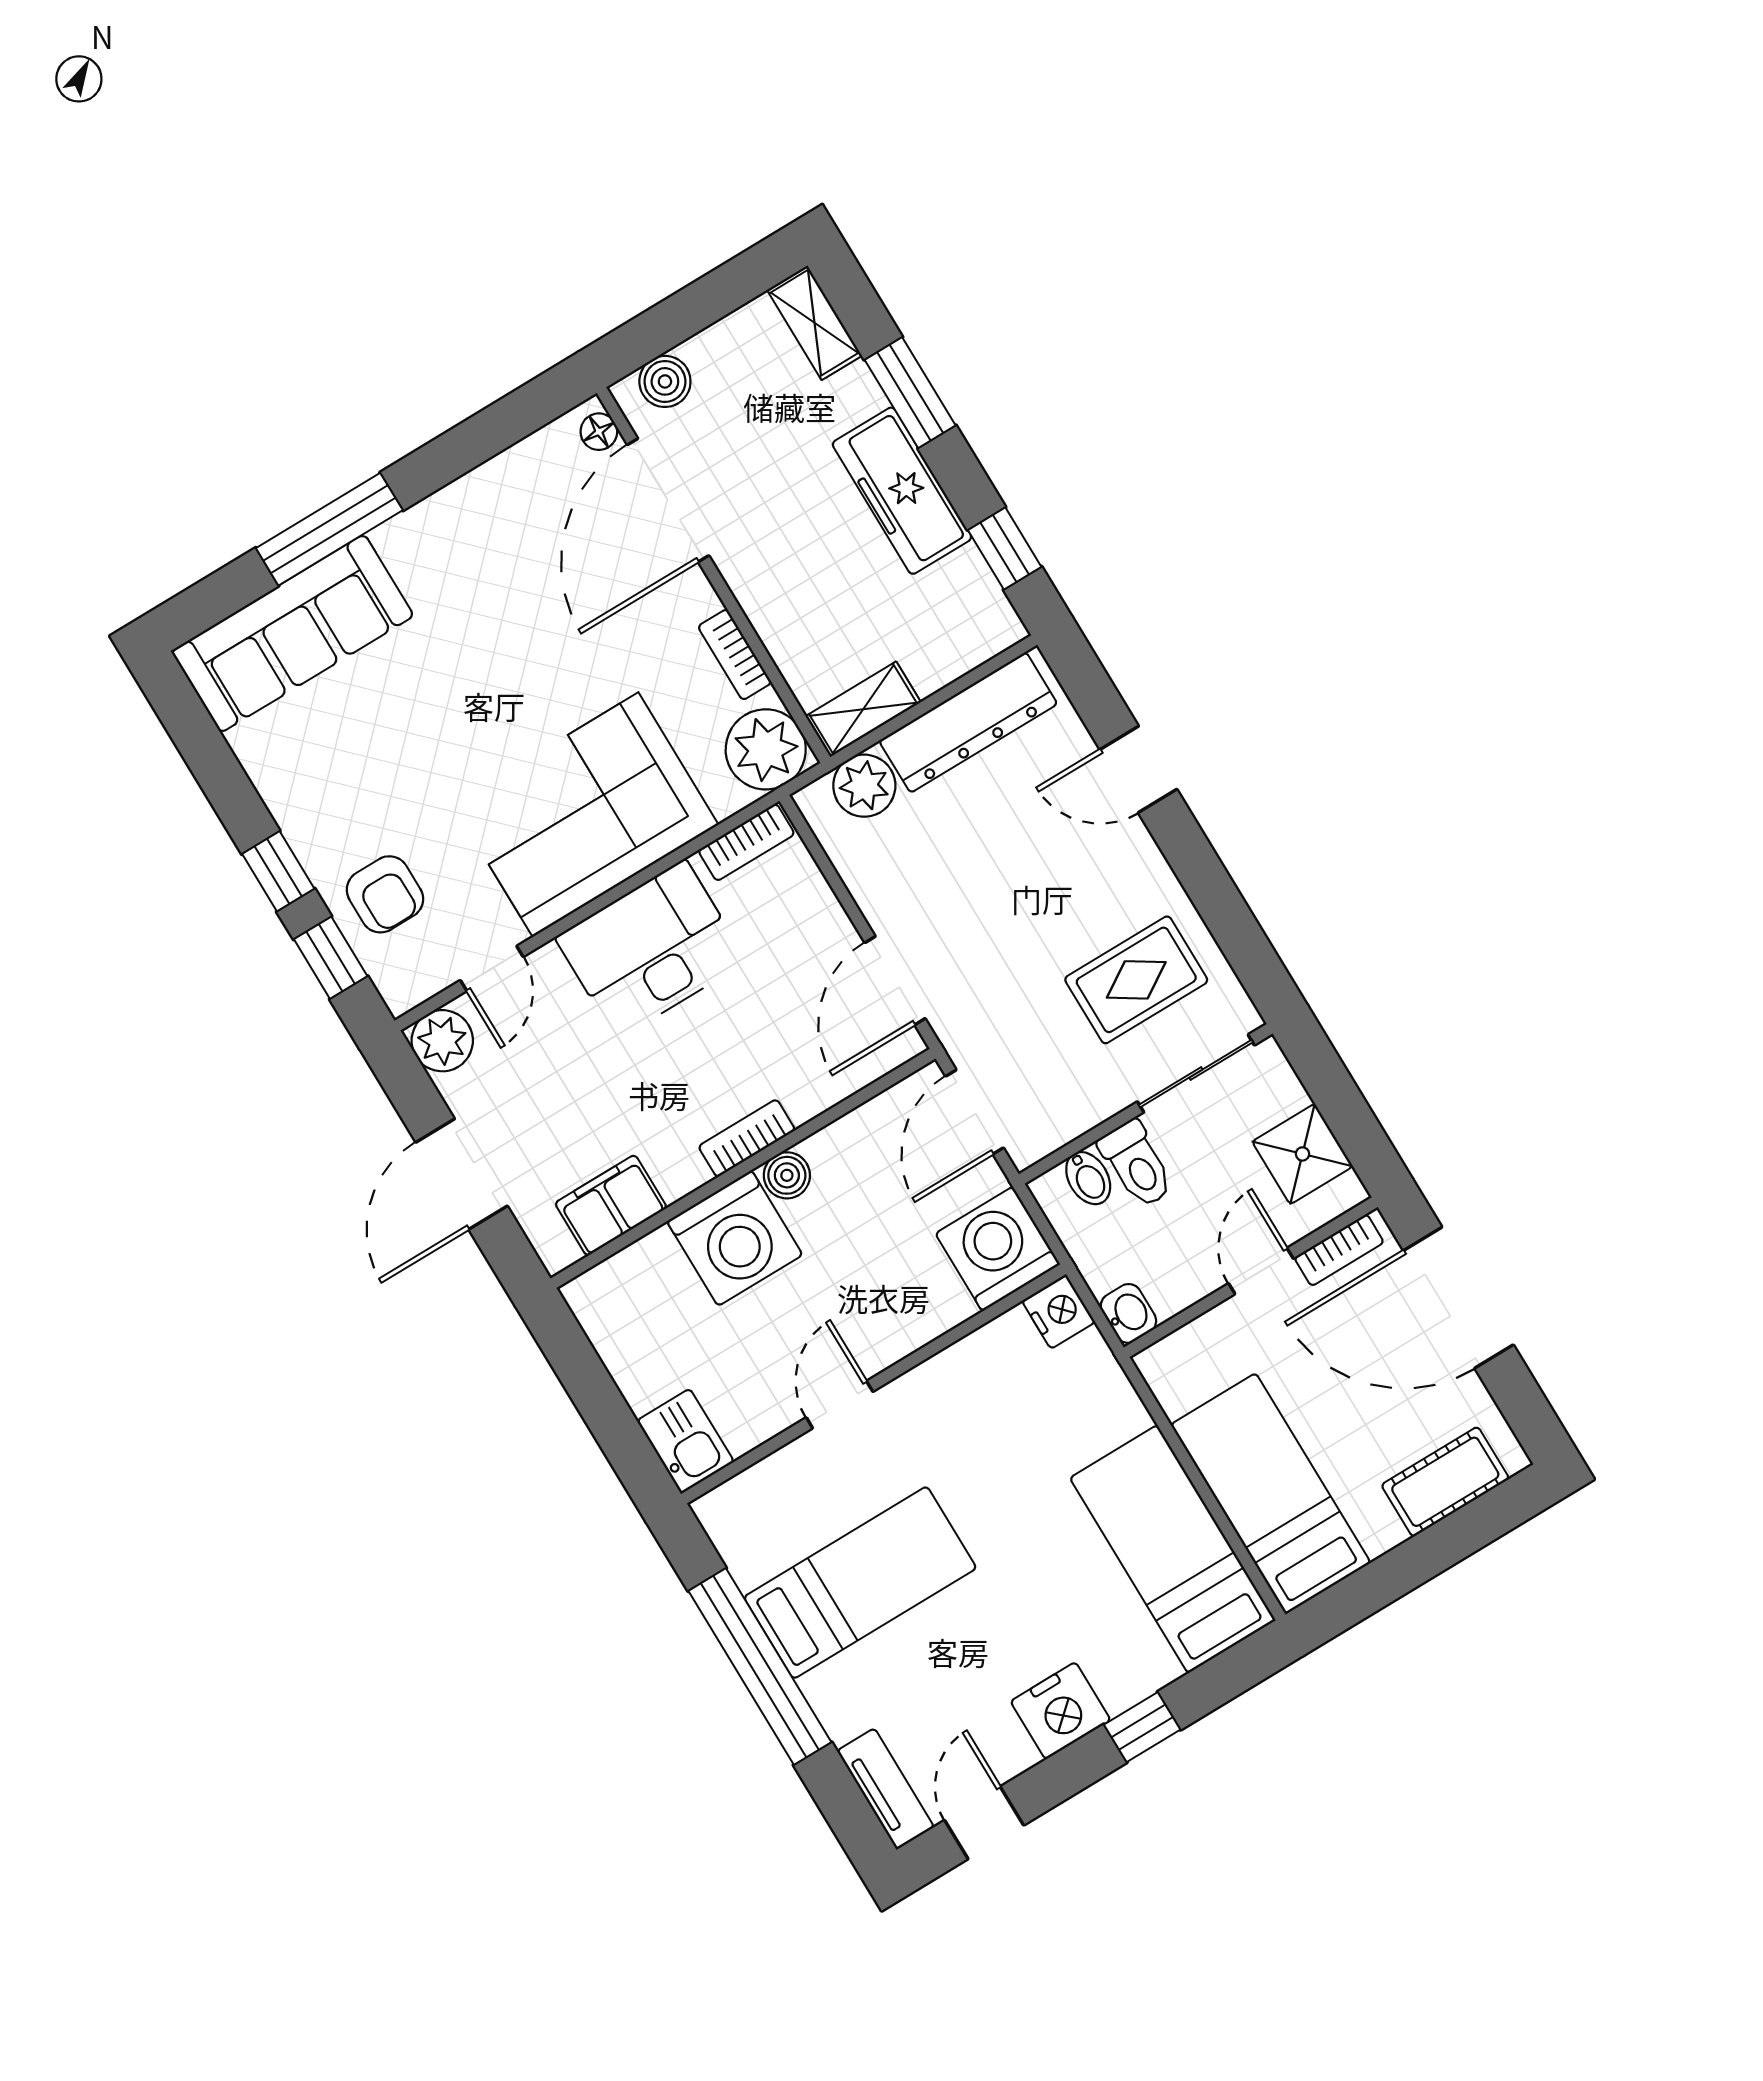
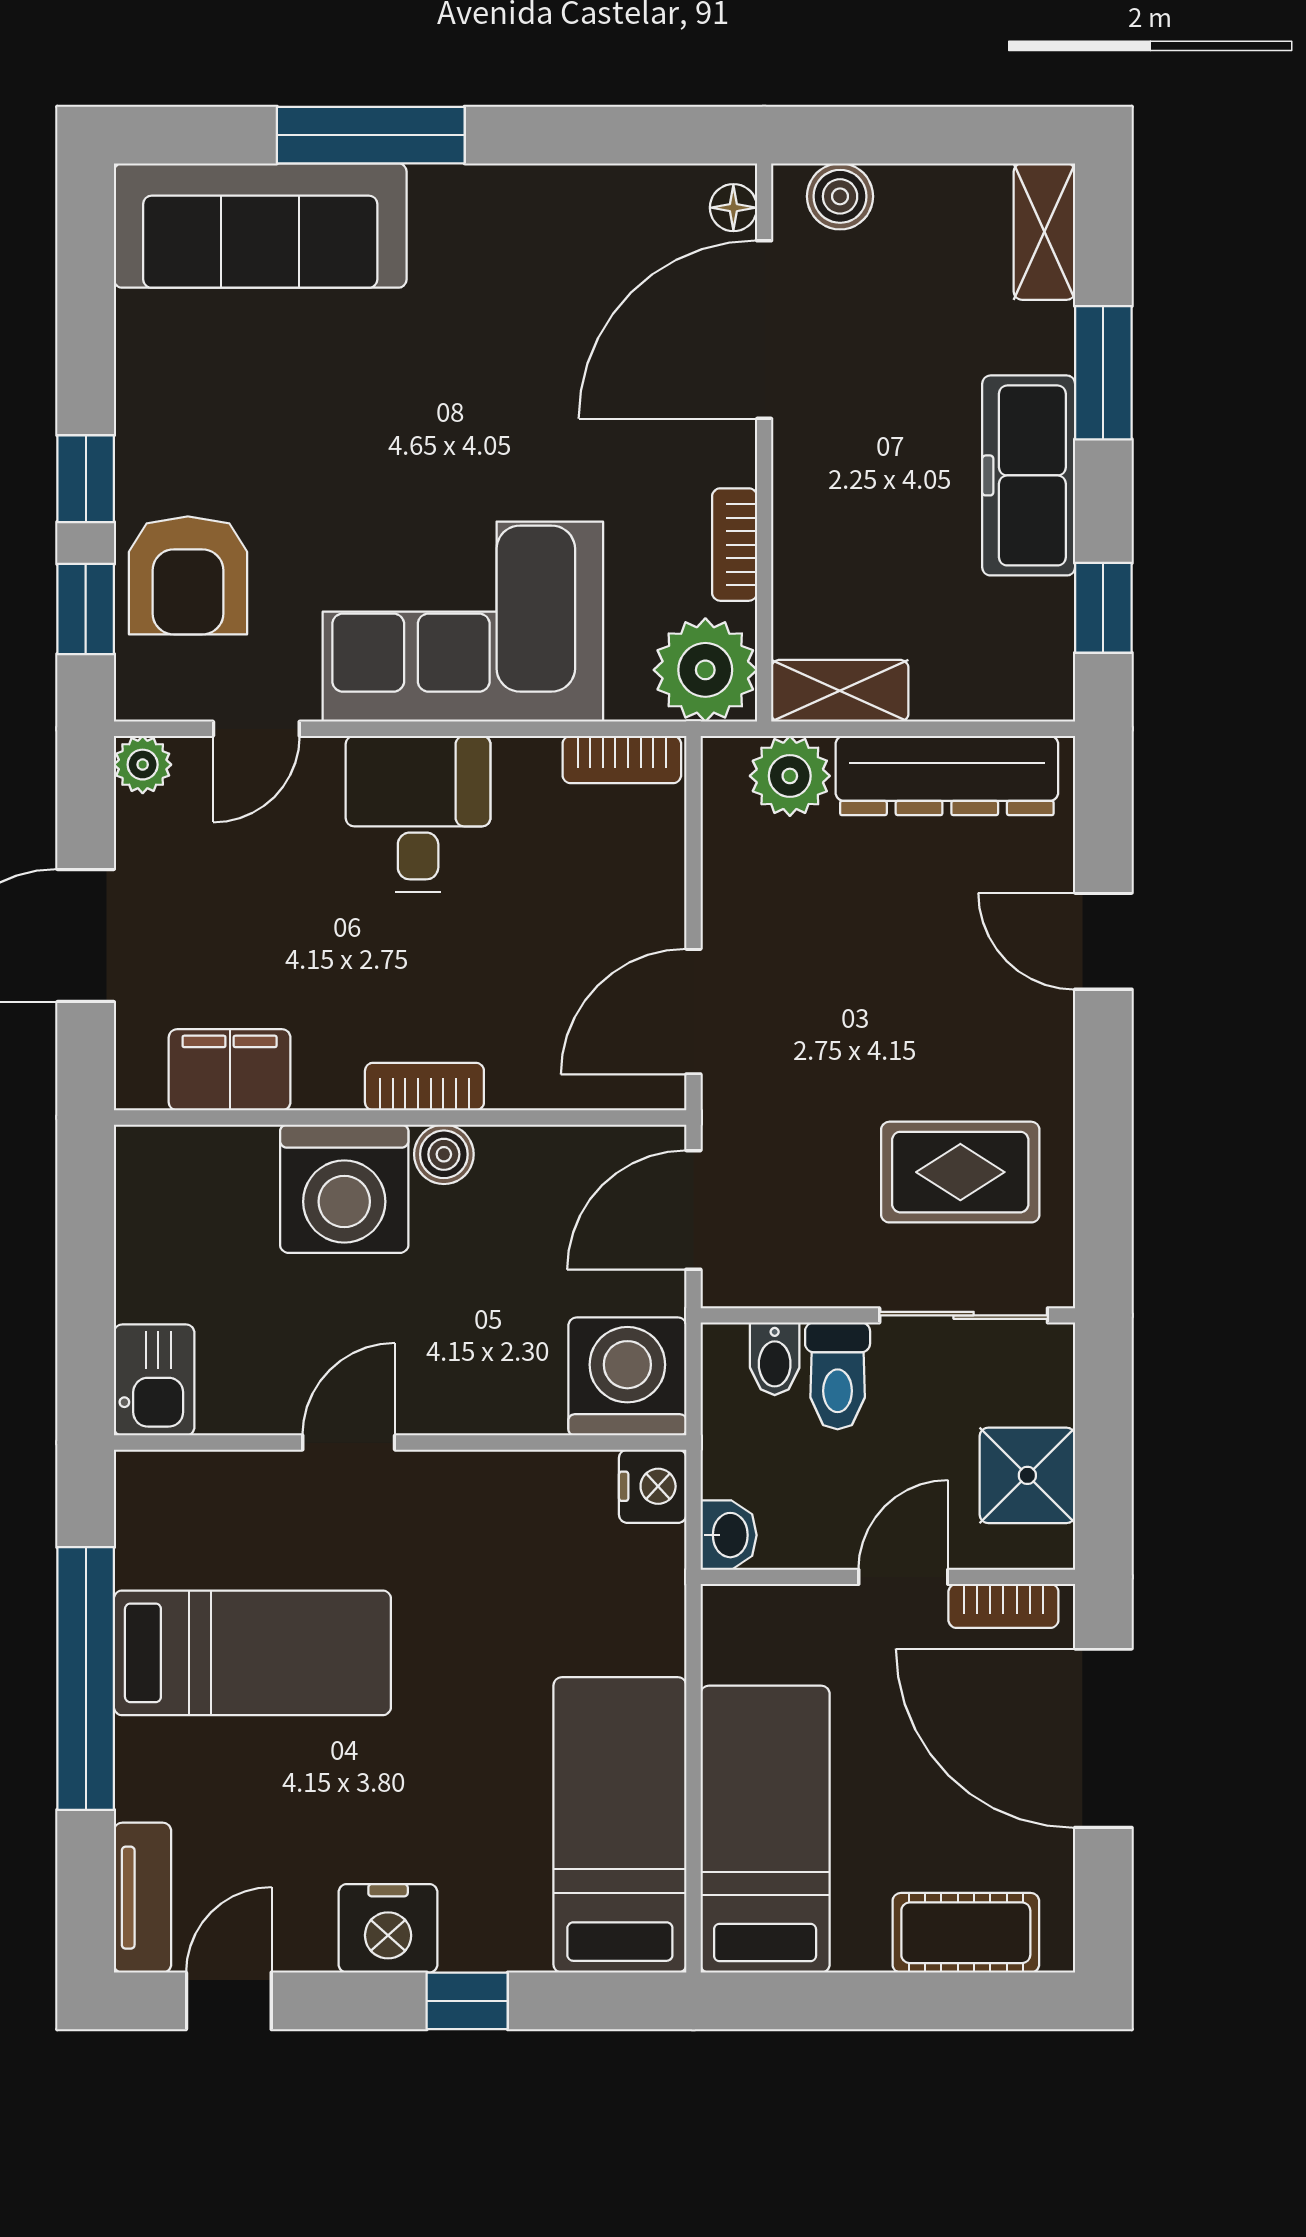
armchair: (385, 894) -> (188, 575), width x1.38, depth x1.38
desk: (651, 949) -> (418, 814), width x0.73
plant: (442, 1041) -> (143, 765), width x0.73, depth x0.73

